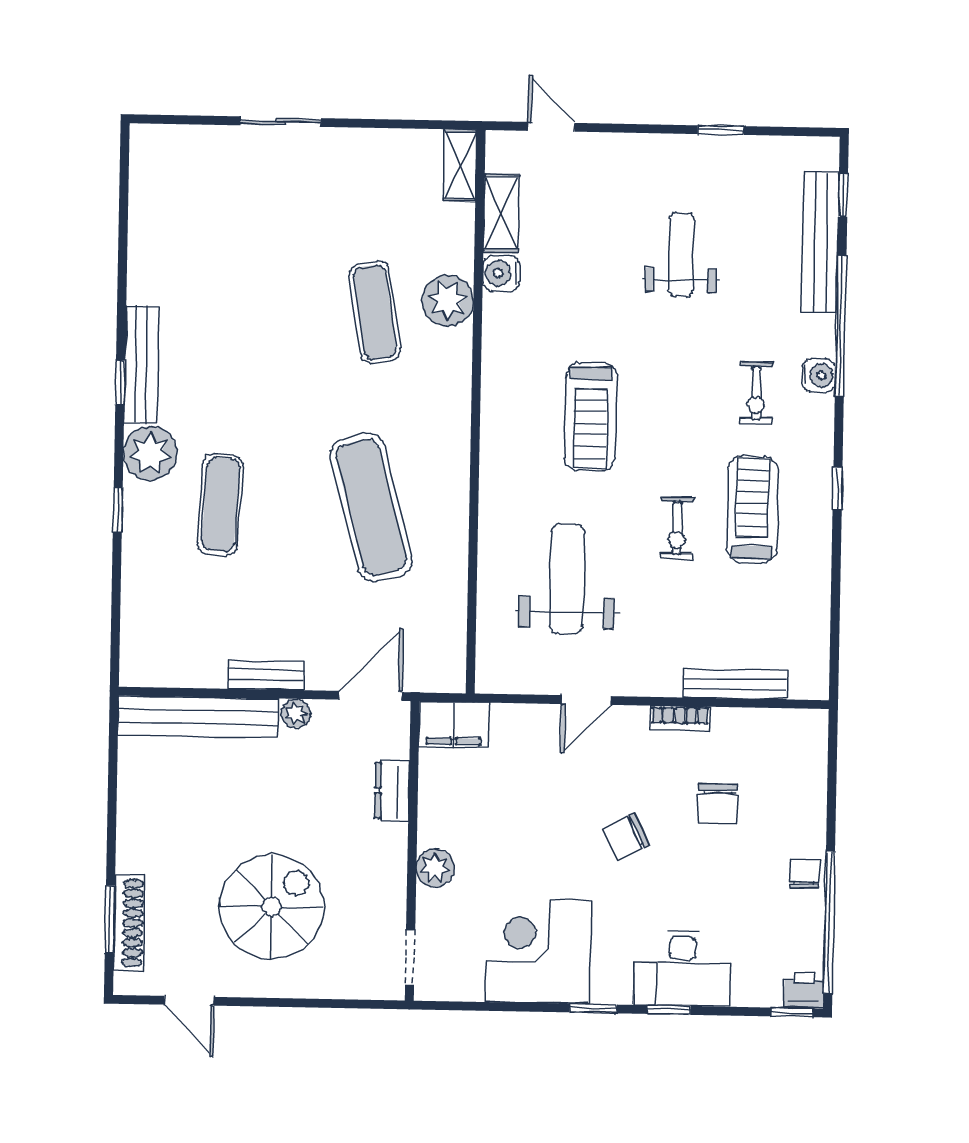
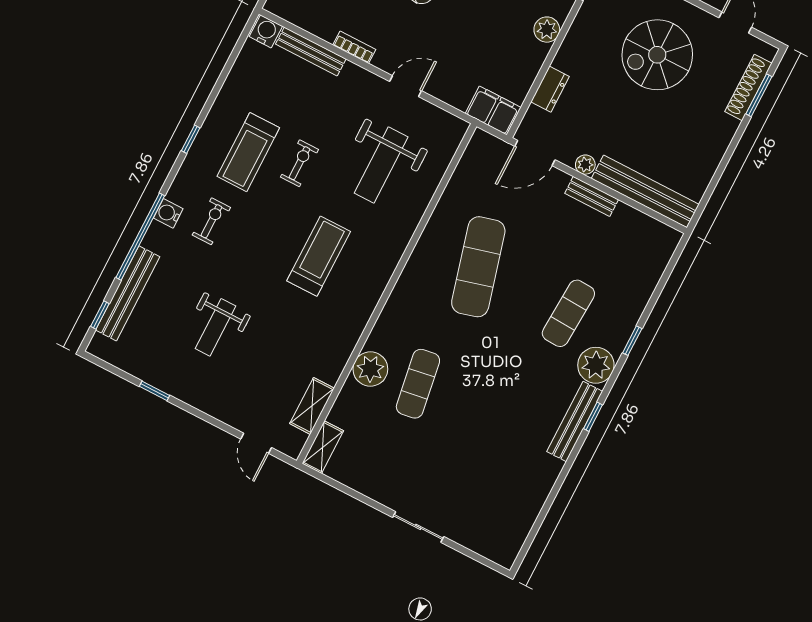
water cooler: (501, 273) -> (266, 31), moved, turned -90

